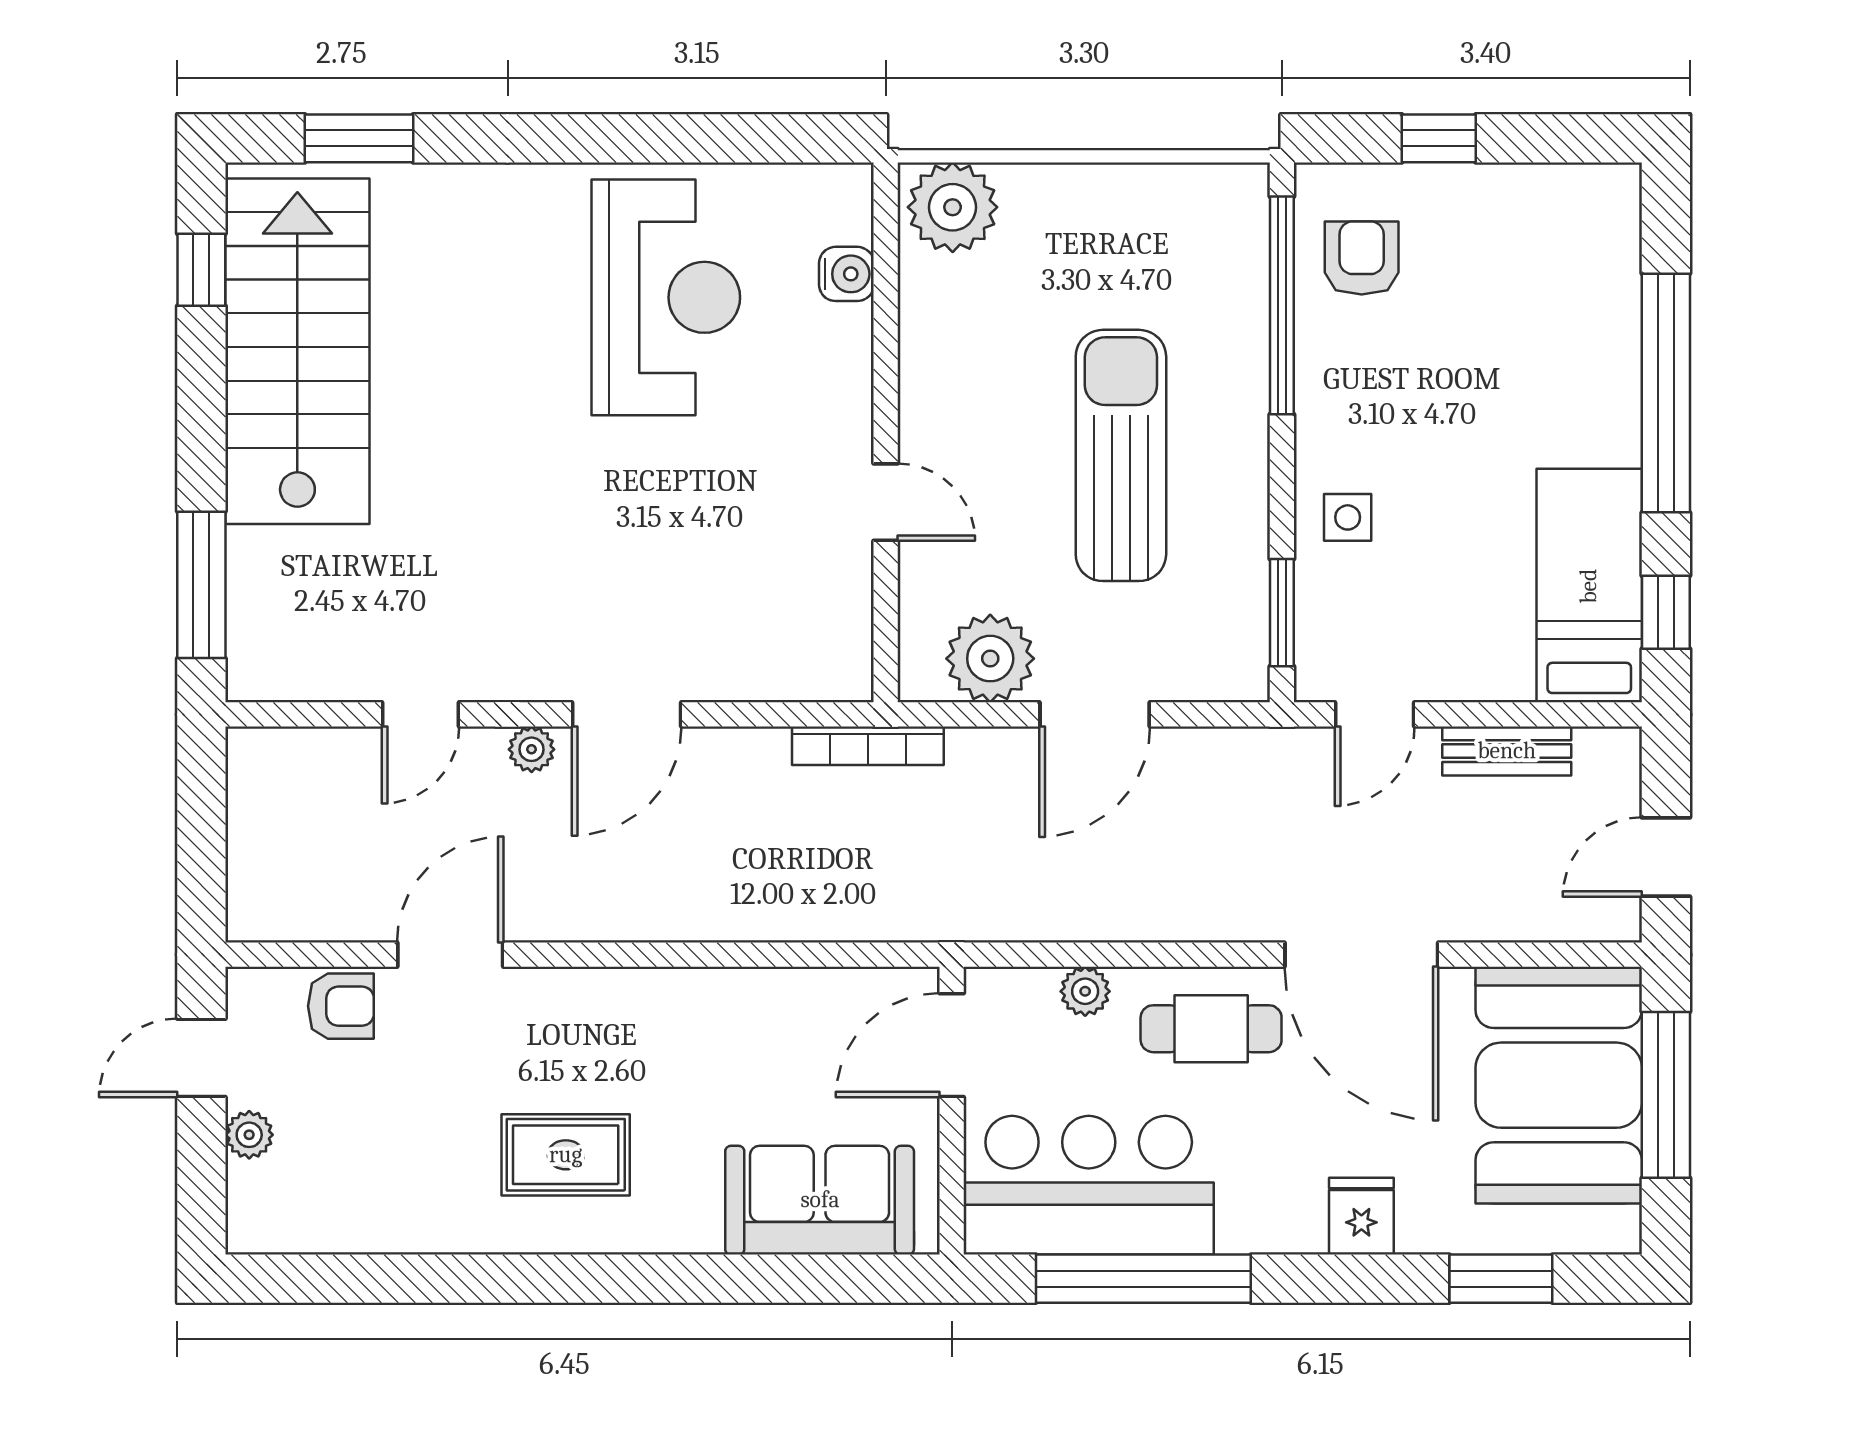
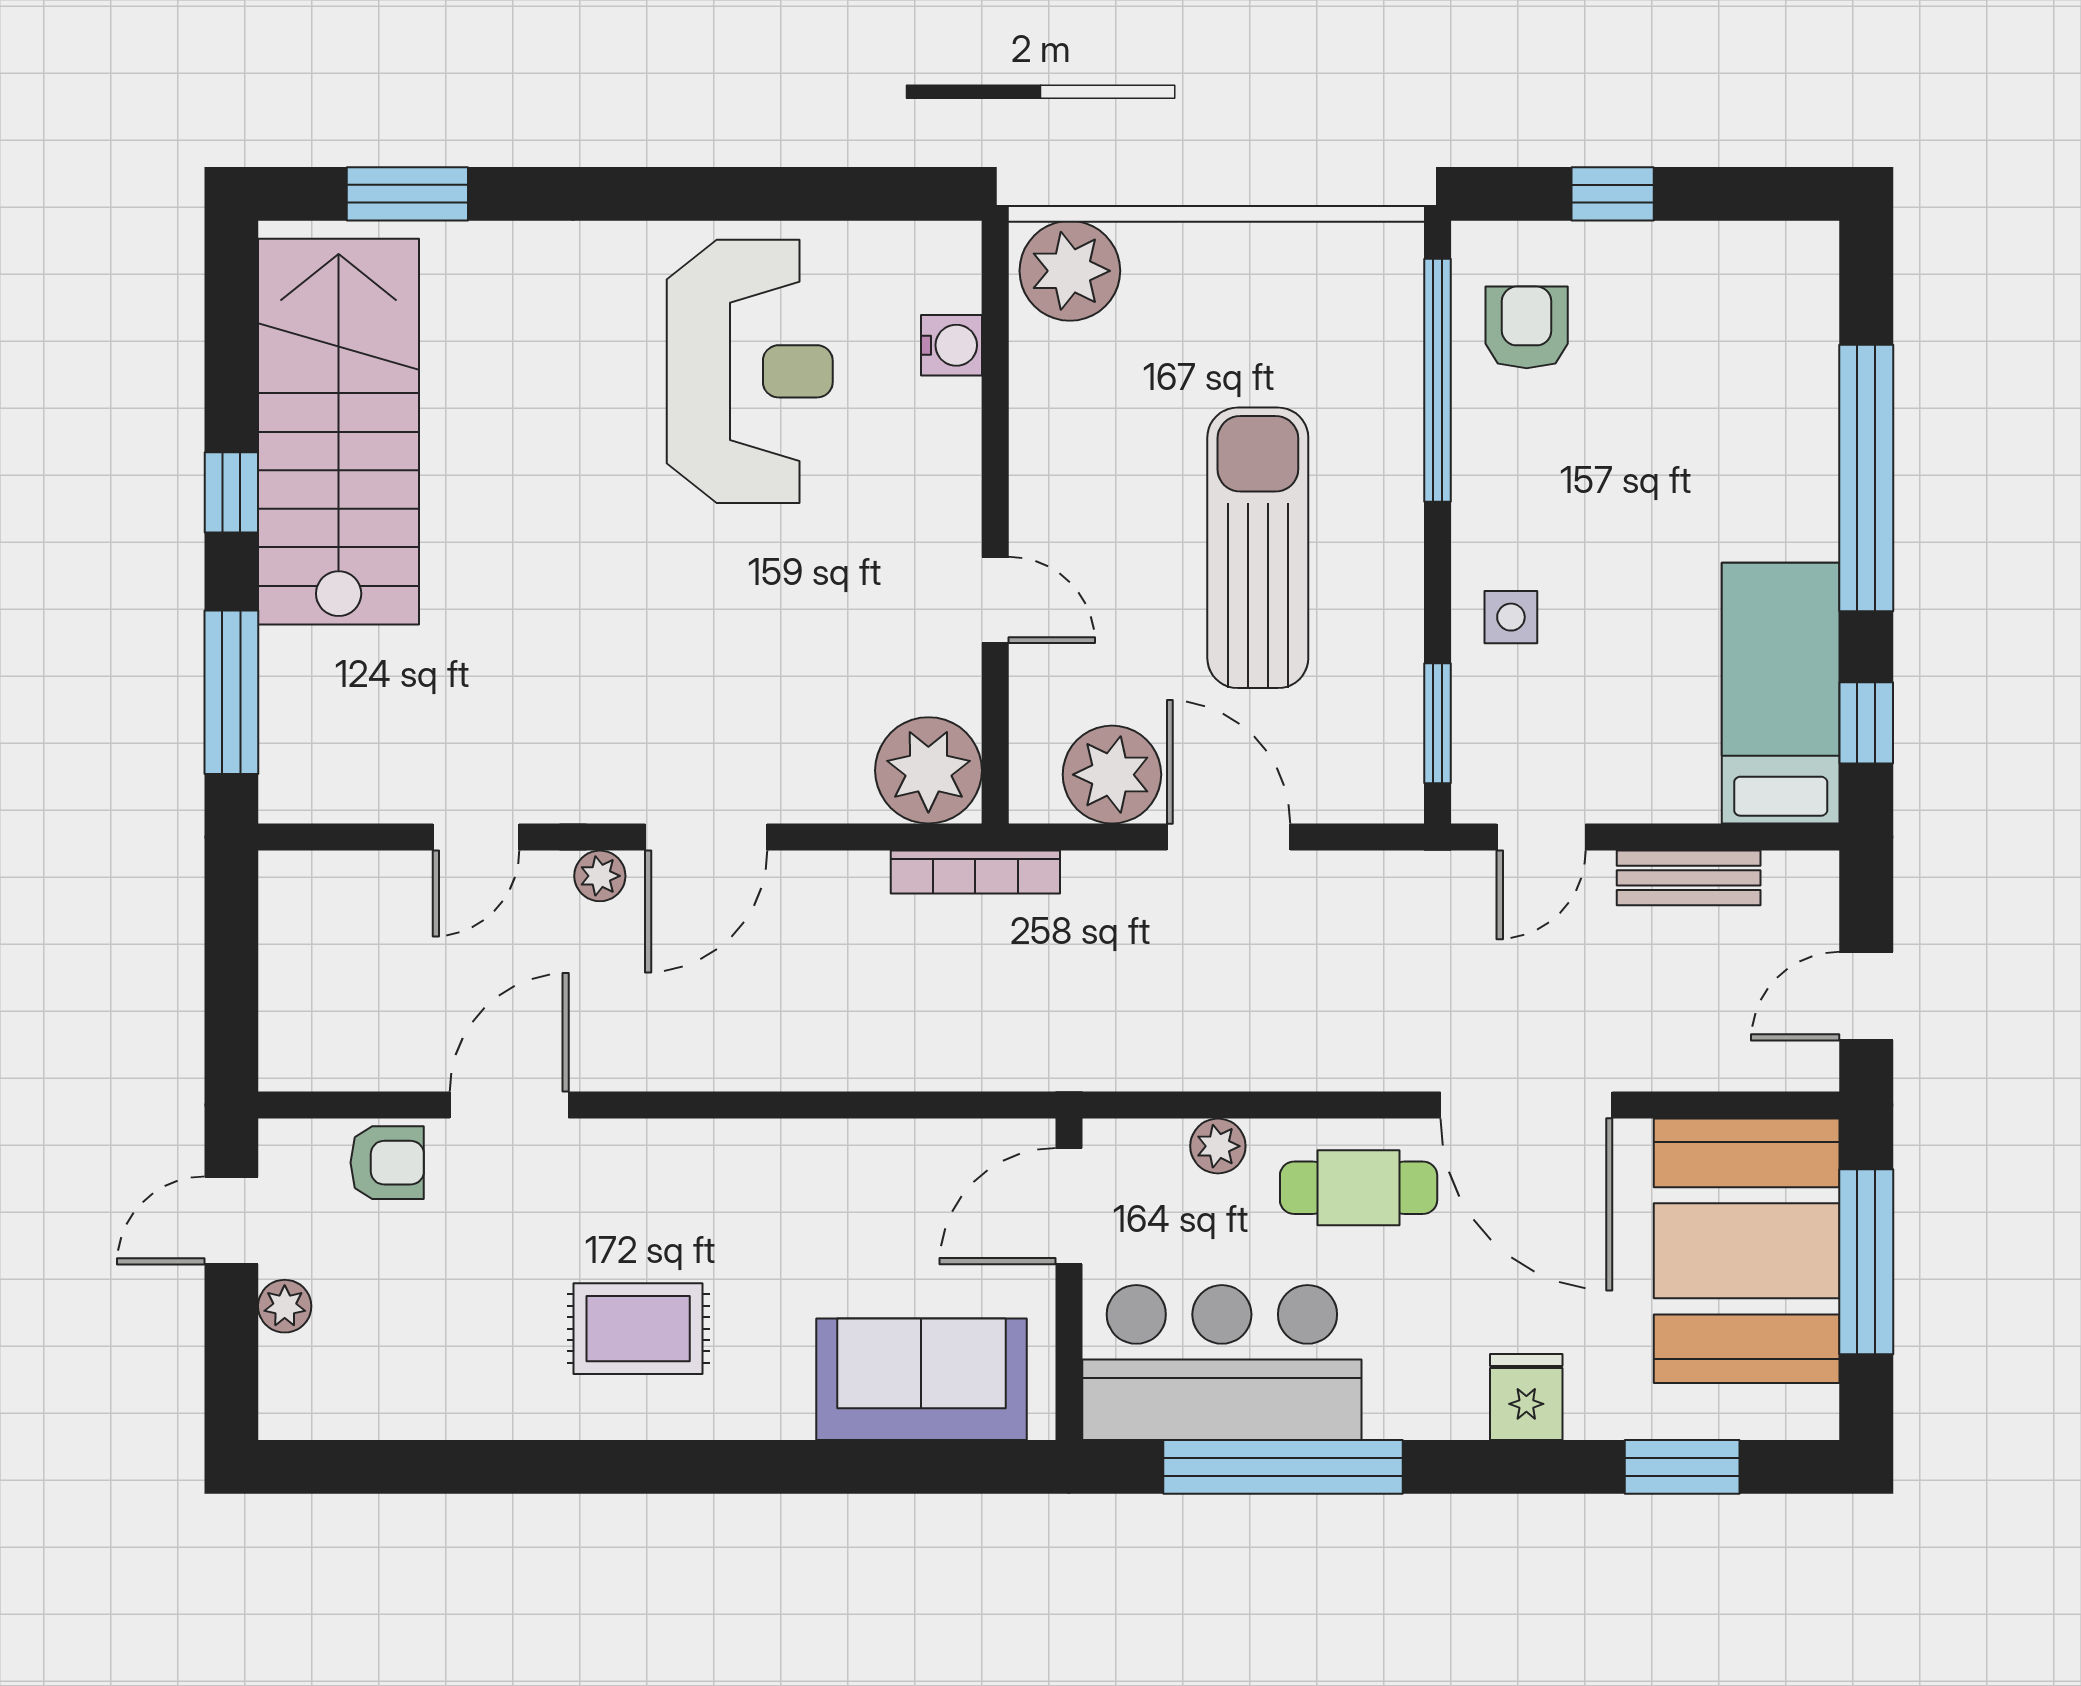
window: (201, 270) -> (231, 492), moved
plant: (826, 655) -> (928, 770), added
door: (1095, 714) -> (1229, 837), swing flipped

